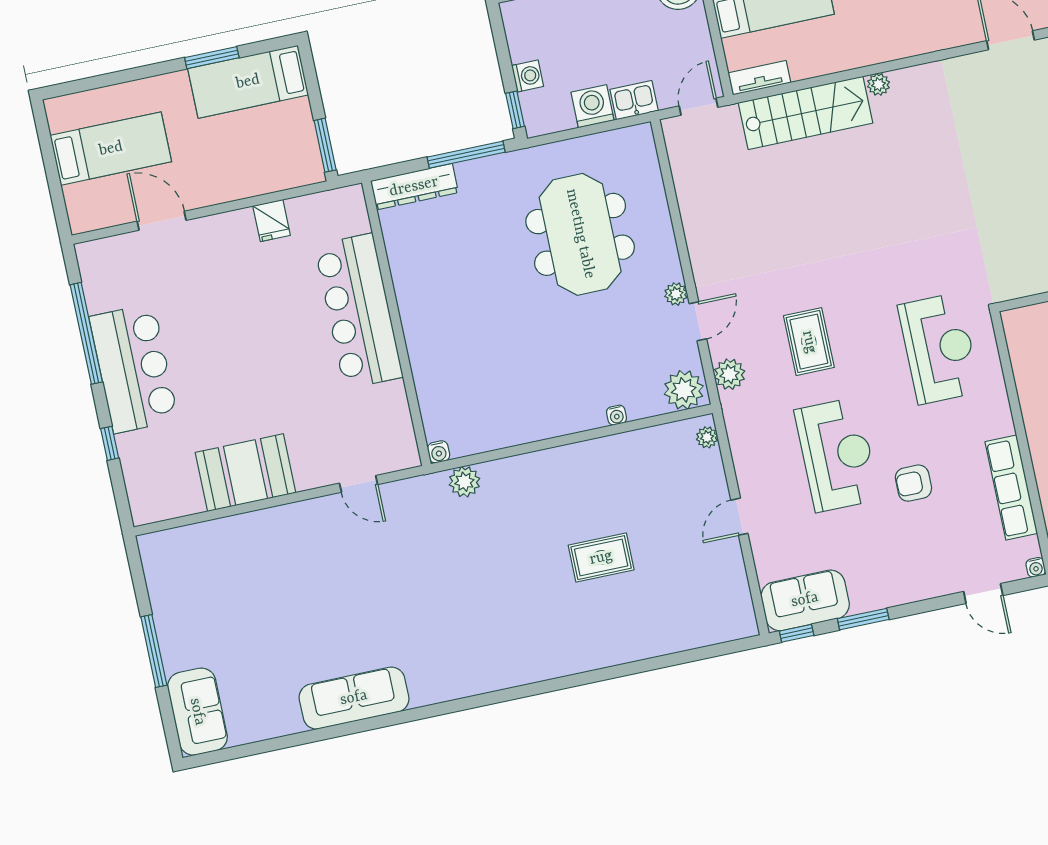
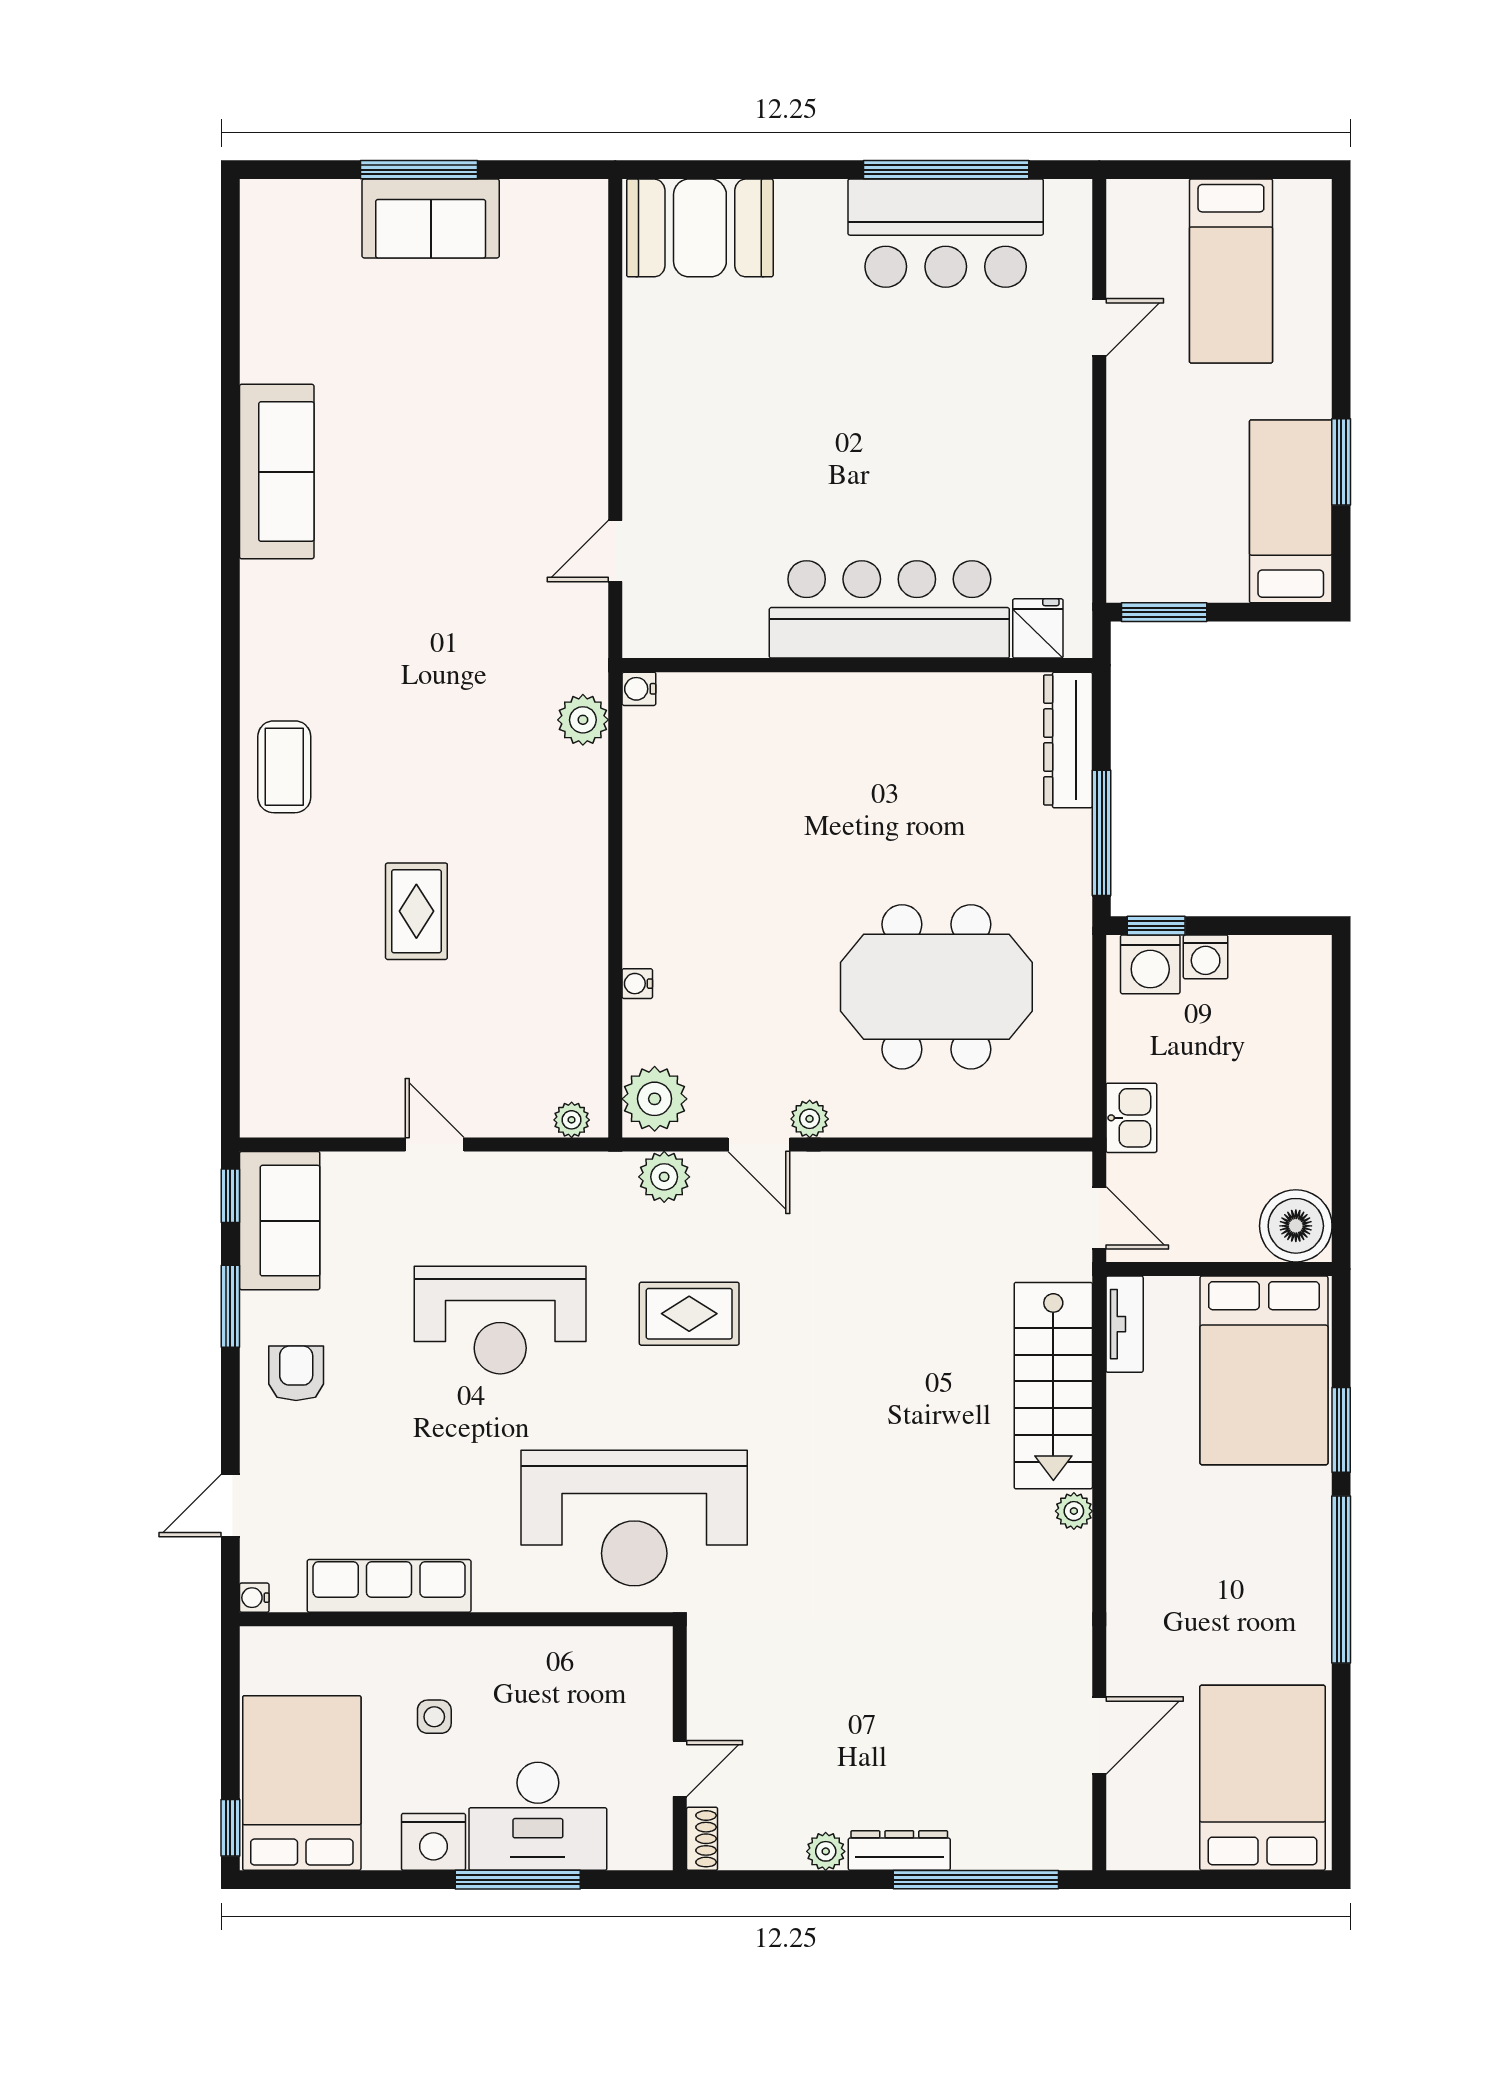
washing machine: (592, 106) -> (1150, 964), moved, turned 90
door: (162, 221) -> (1099, 327), width x0.73
fridge: (272, 221) -> (1038, 628), moved, turned 90
reception desk: (939, 349) -> (634, 1518), width x1.36, depth x1.30
bar counter: (134, 368) -> (946, 233), moved
window: (110, 443) -> (764, 170), removed
booth: (245, 473) -> (700, 228), moved, turned 90
armchair: (913, 483) -> (296, 1373), moved
coffee table: (531, 656) -> (284, 767), added
sofa: (197, 712) -> (431, 218), moved

